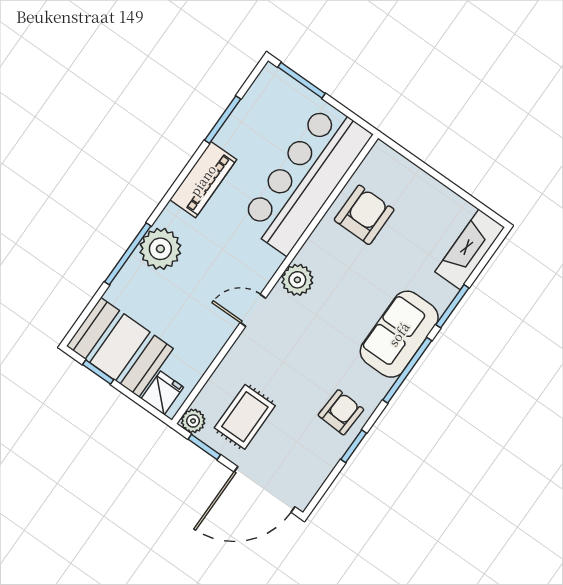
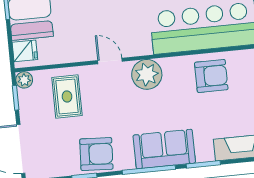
plant: (297, 280) -> (147, 74), width x1.36, depth x1.36
armchair: (341, 412) -> (96, 154), width x1.38, depth x1.38
rug: (245, 417) -> (67, 96), moved, turned 90

